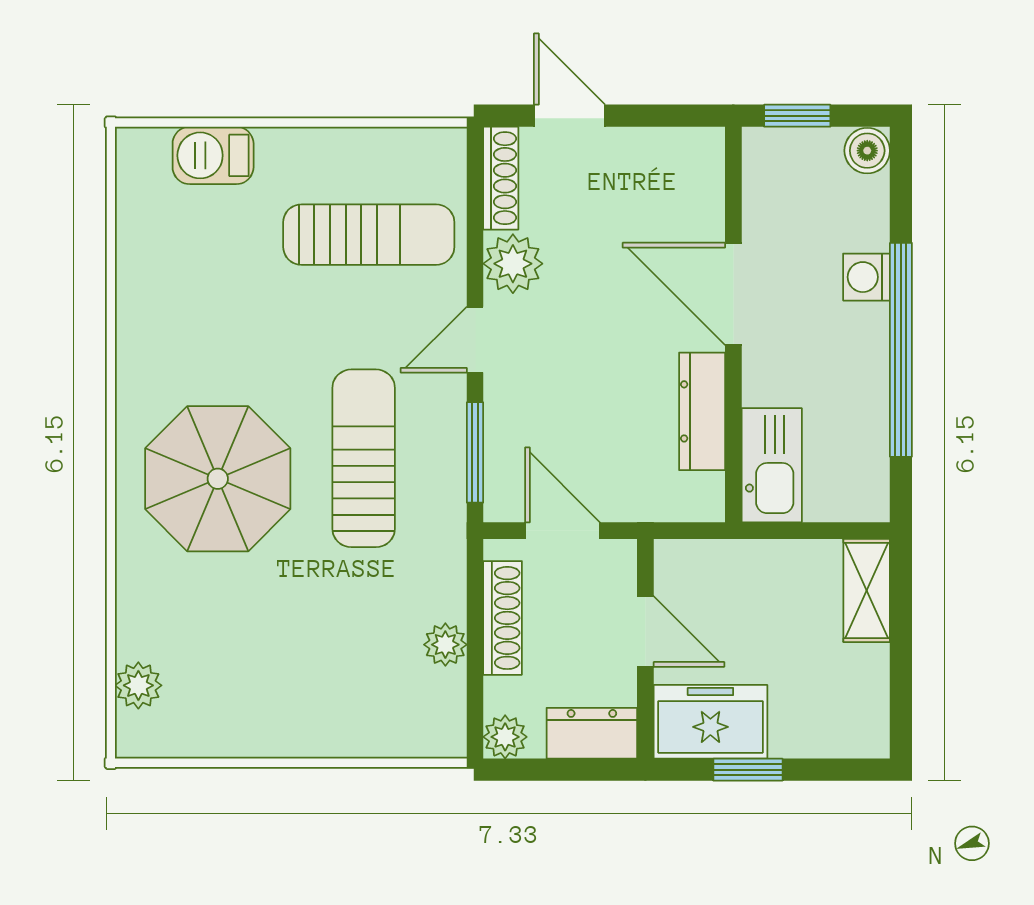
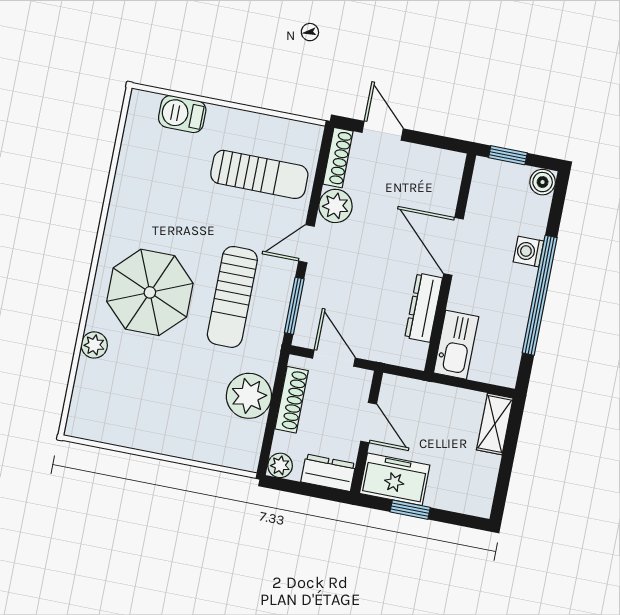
sun lounger: (364, 458) -> (232, 297), turned 180
plant: (445, 645) -> (249, 396), width x1.87, depth x1.87
plant: (138, 685) -> (94, 345), moved

